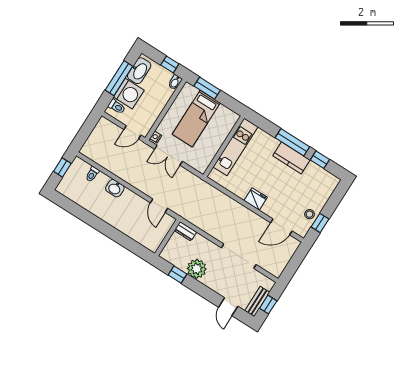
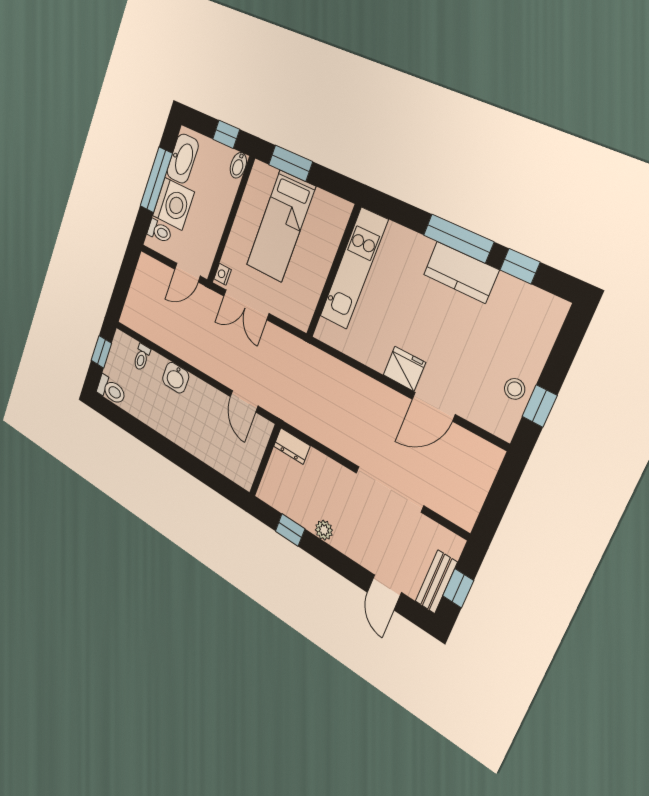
toilet: (66, 190) -> (111, 390), added
door: (281, 227) -> (434, 407), moved
plant: (197, 269) -> (324, 530), width x0.53, depth x0.53

